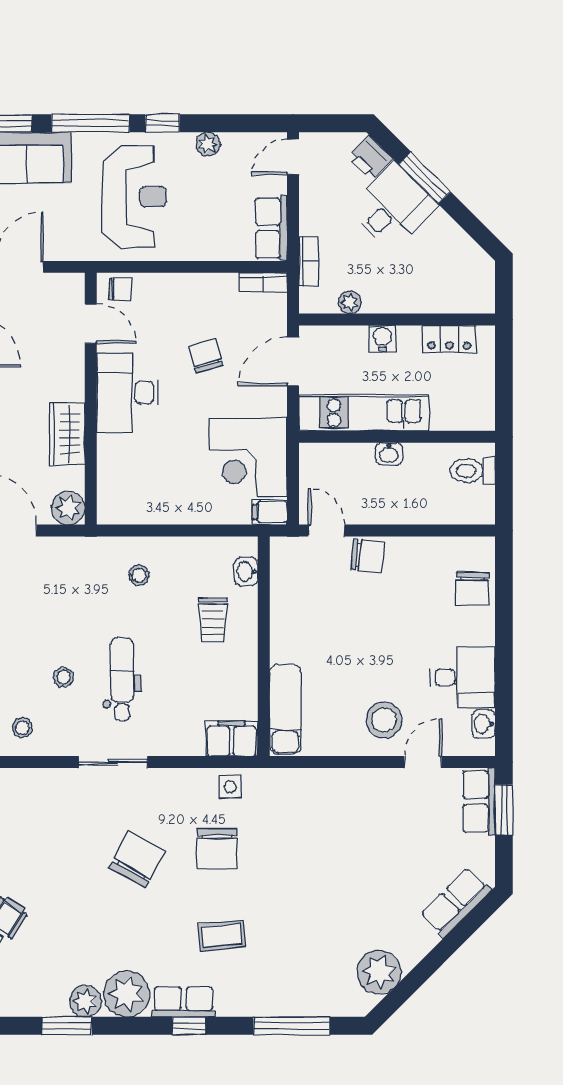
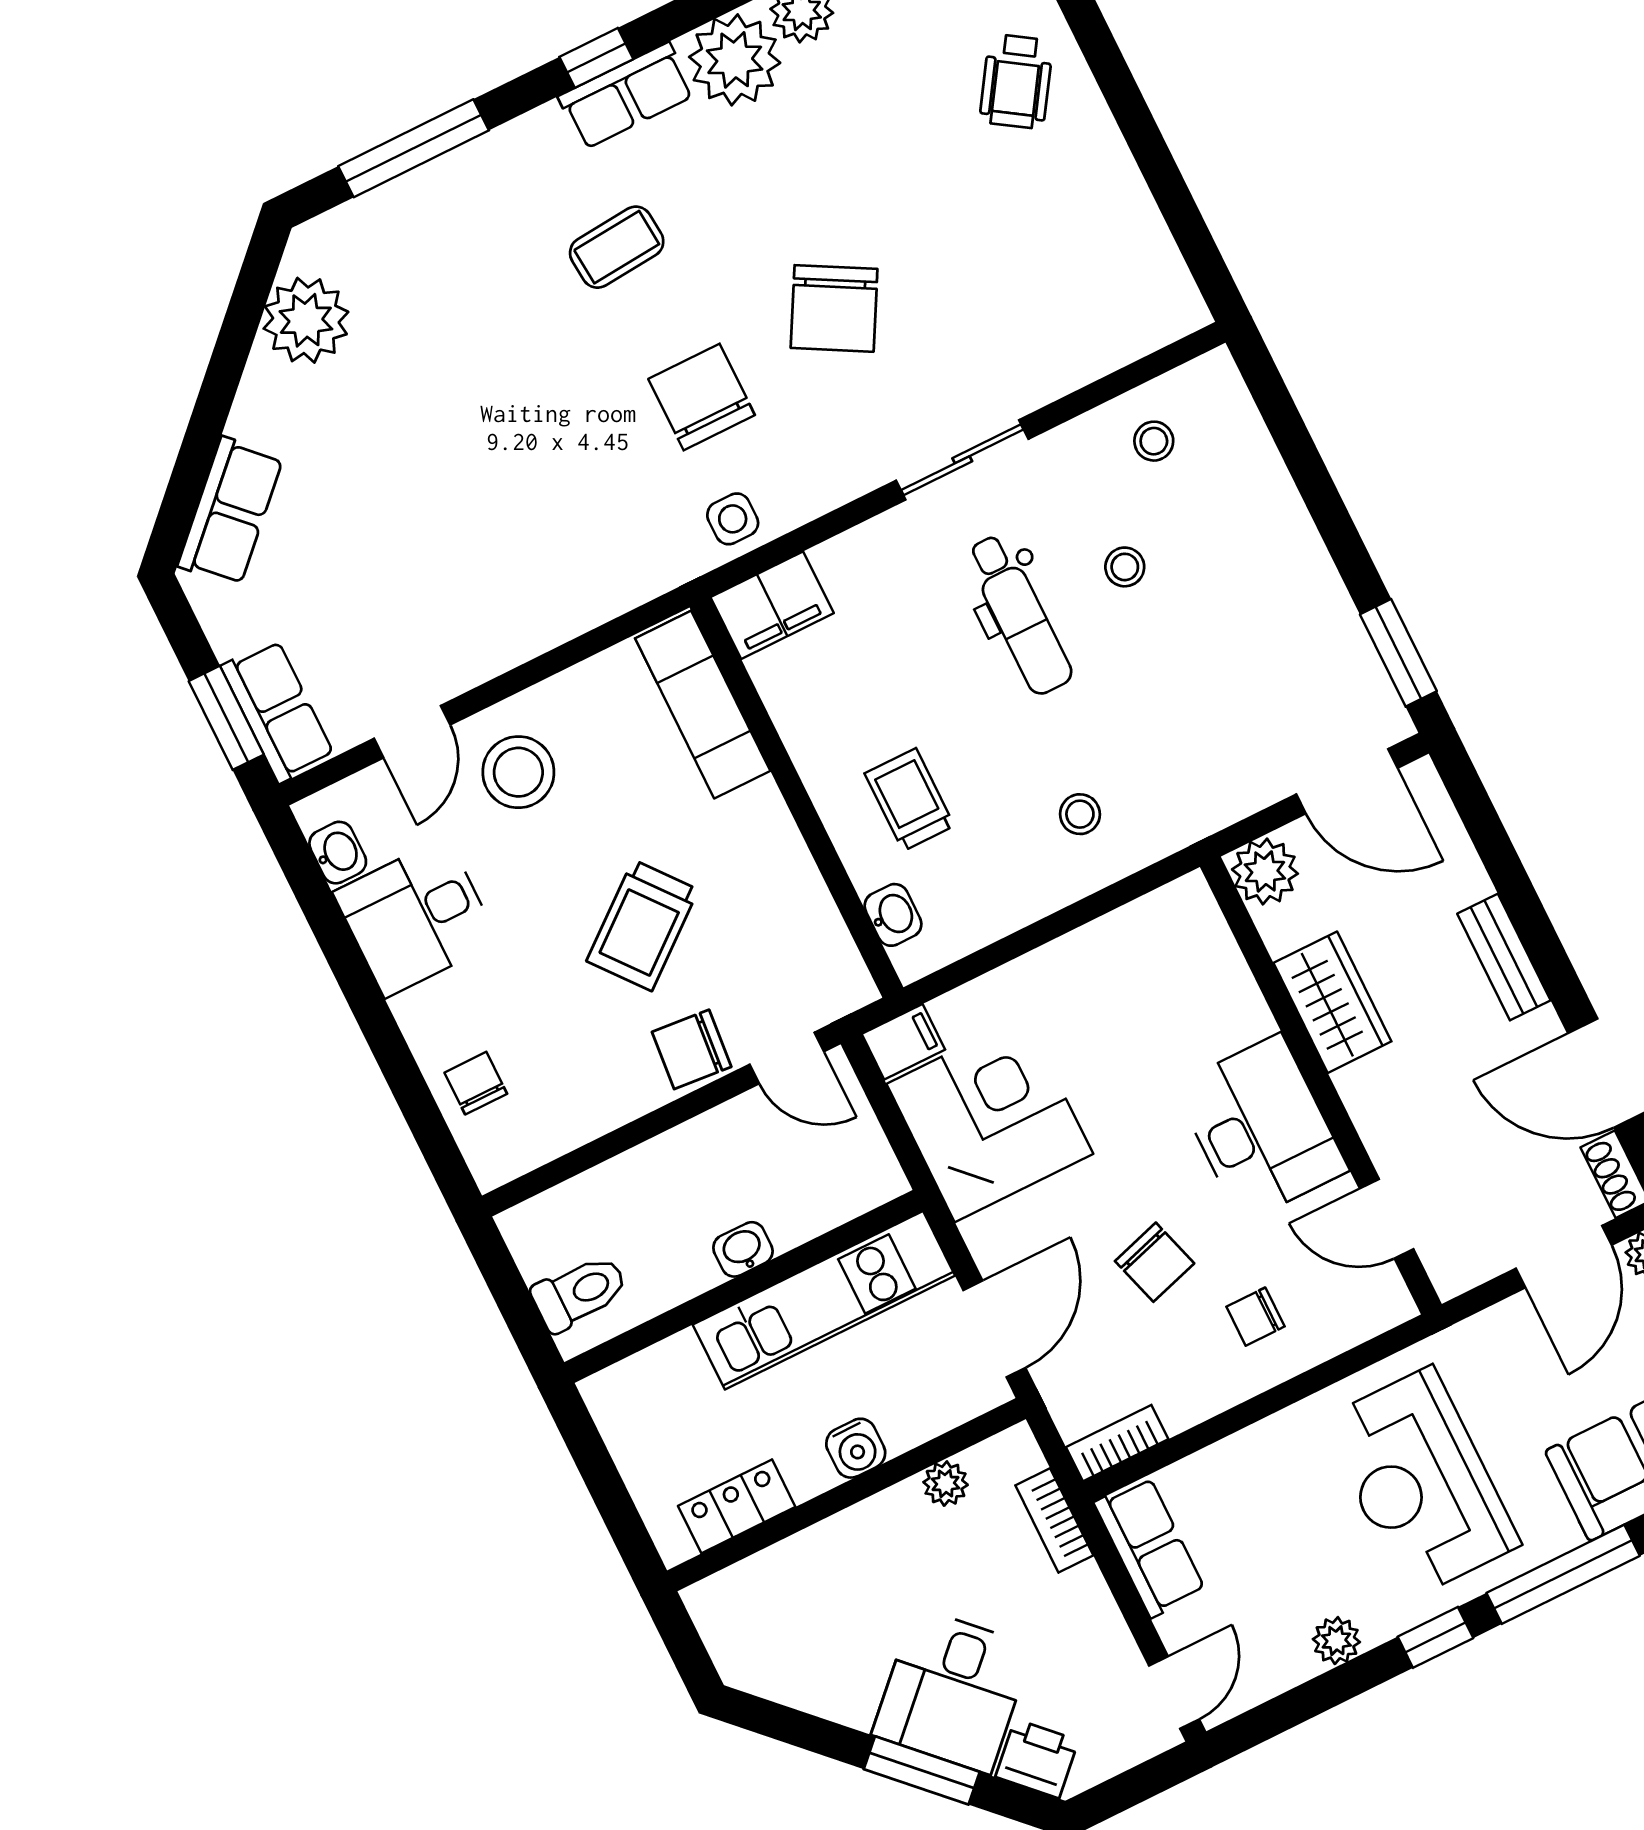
chair: (120, 289) -> (1255, 1317), moved
chair: (473, 589) -> (476, 1083), width x0.73, depth x0.73
trolley: (362, 623) -> (642, 925), added

